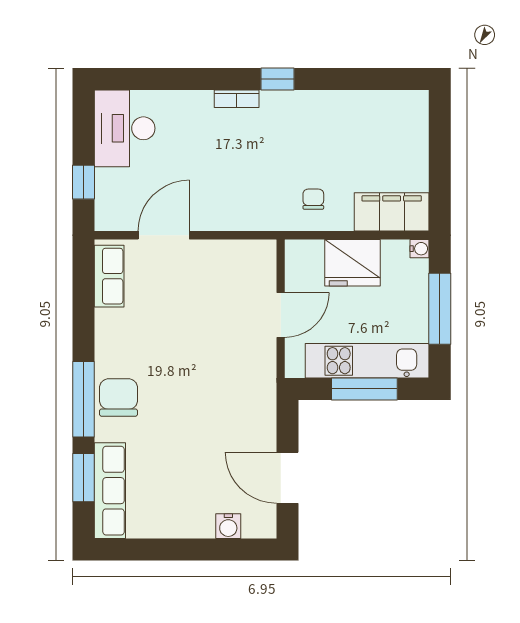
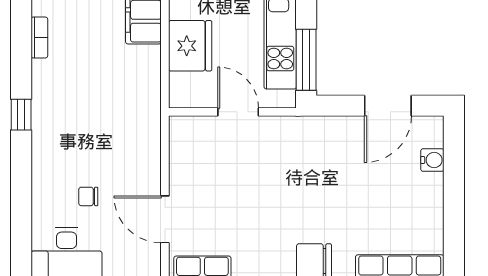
bookcase: (237, 99) -> (39, 37), moved
chair: (313, 199) -> (88, 196), moved
window: (364, 389) -> (306, 60), moved

